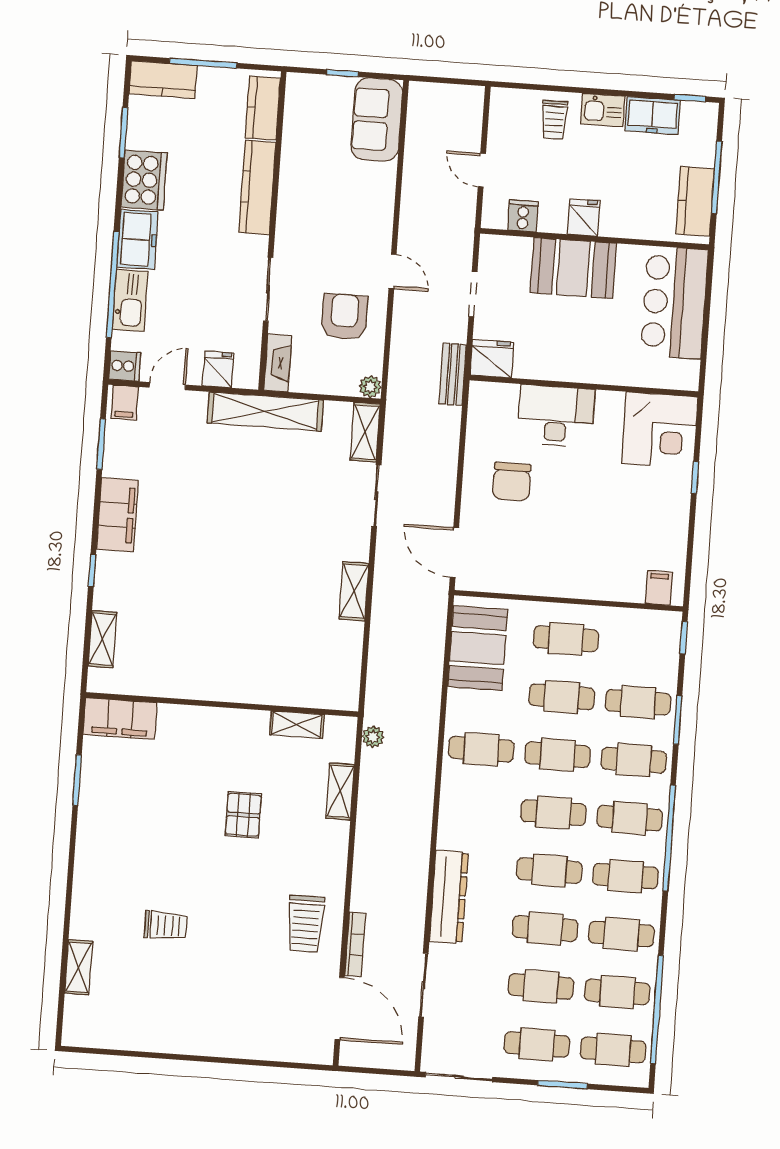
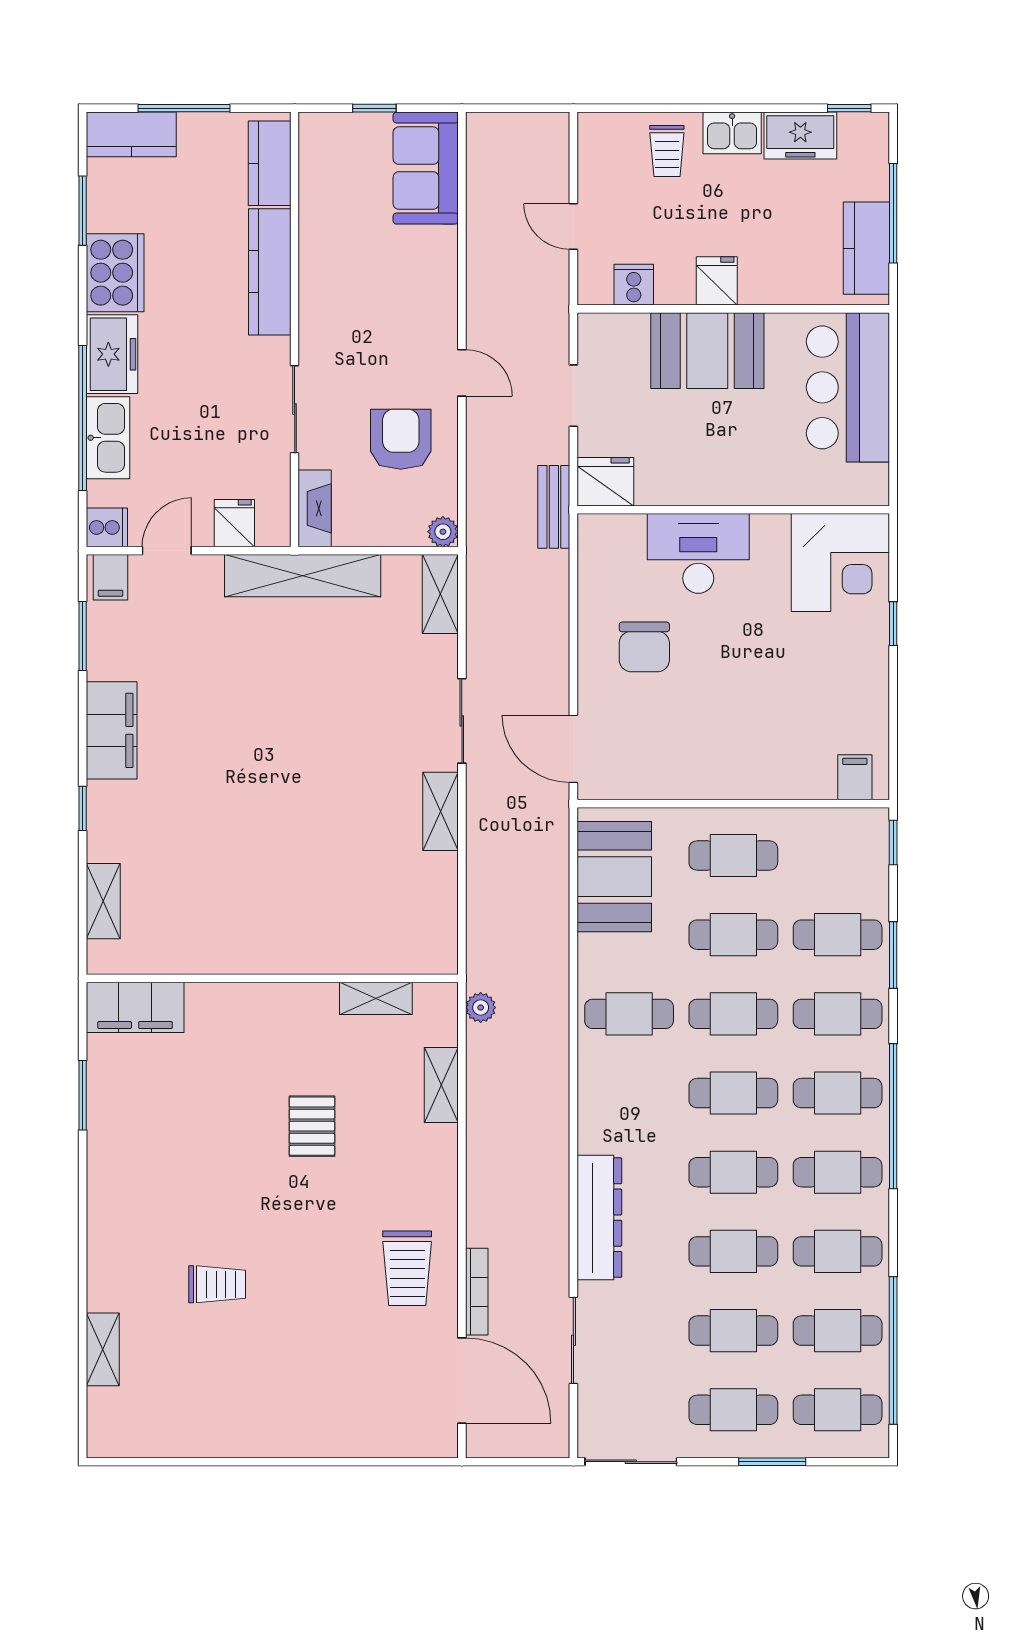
sliding door: (376, 496) -> (462, 721), moved

